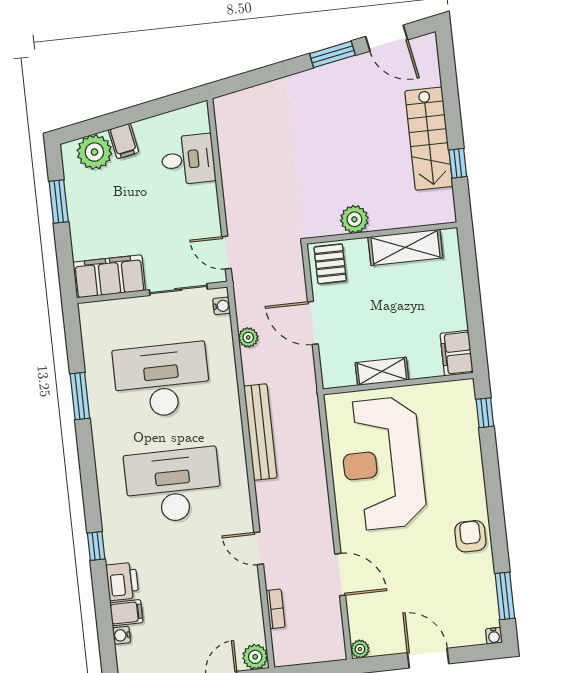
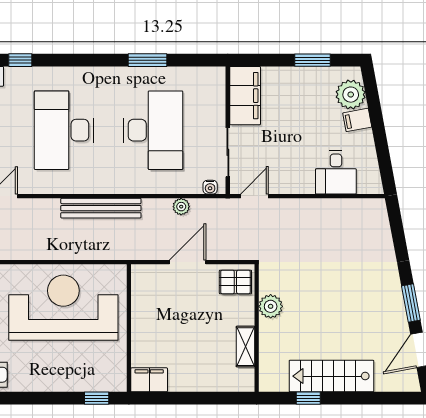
shelving: (405, 247) -> (245, 347), width x0.67, depth x0.75
shelving: (382, 371) -> (141, 316), removed
desk: (173, 486) -> (64, 130), turned 180

